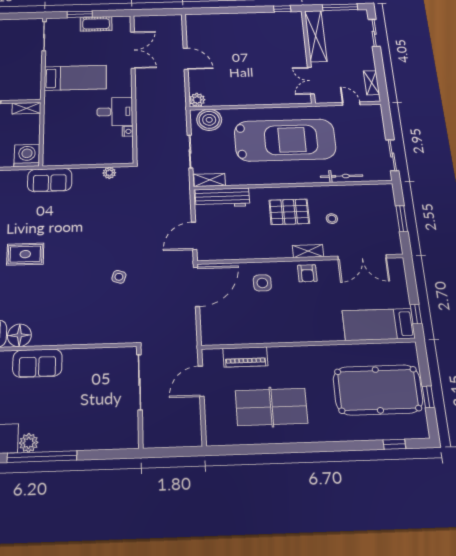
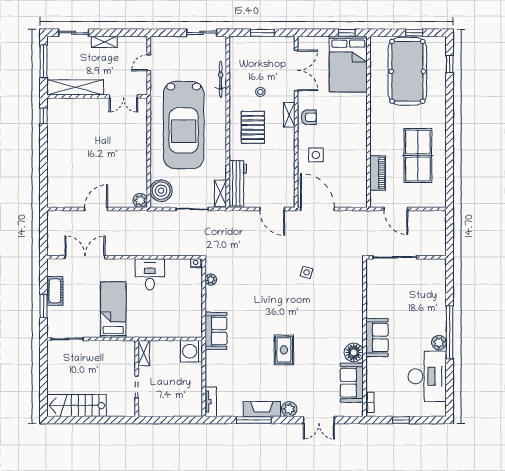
shelving: (371, 83) -> (104, 42), moved
nightstand: (128, 131) -> (196, 263), moved
car: (285, 140) -> (184, 125), turned 180
bed: (379, 325) -> (348, 64), width x1.50

